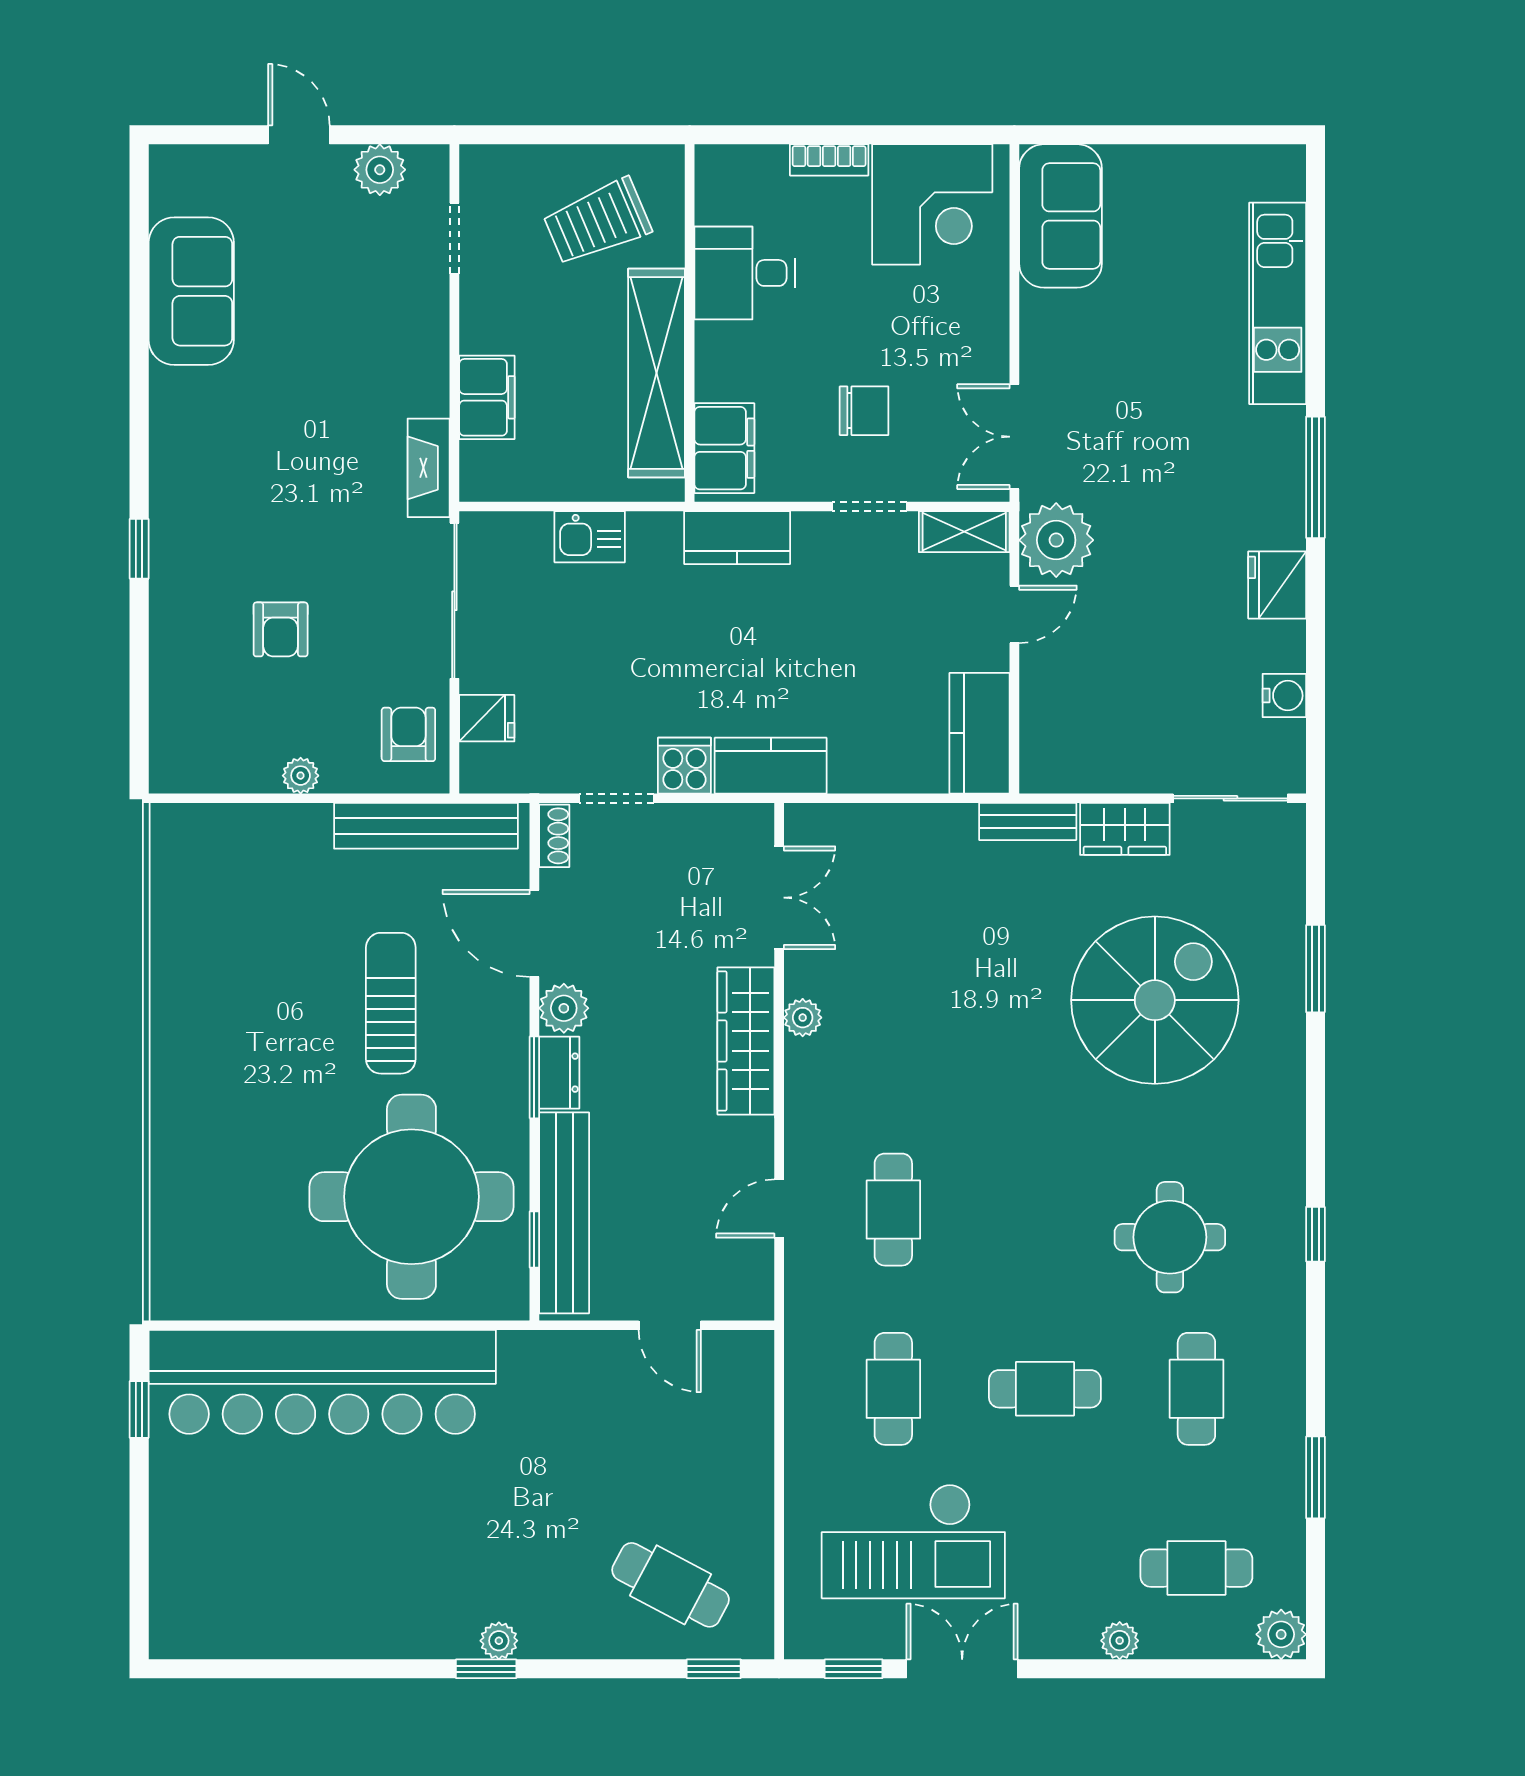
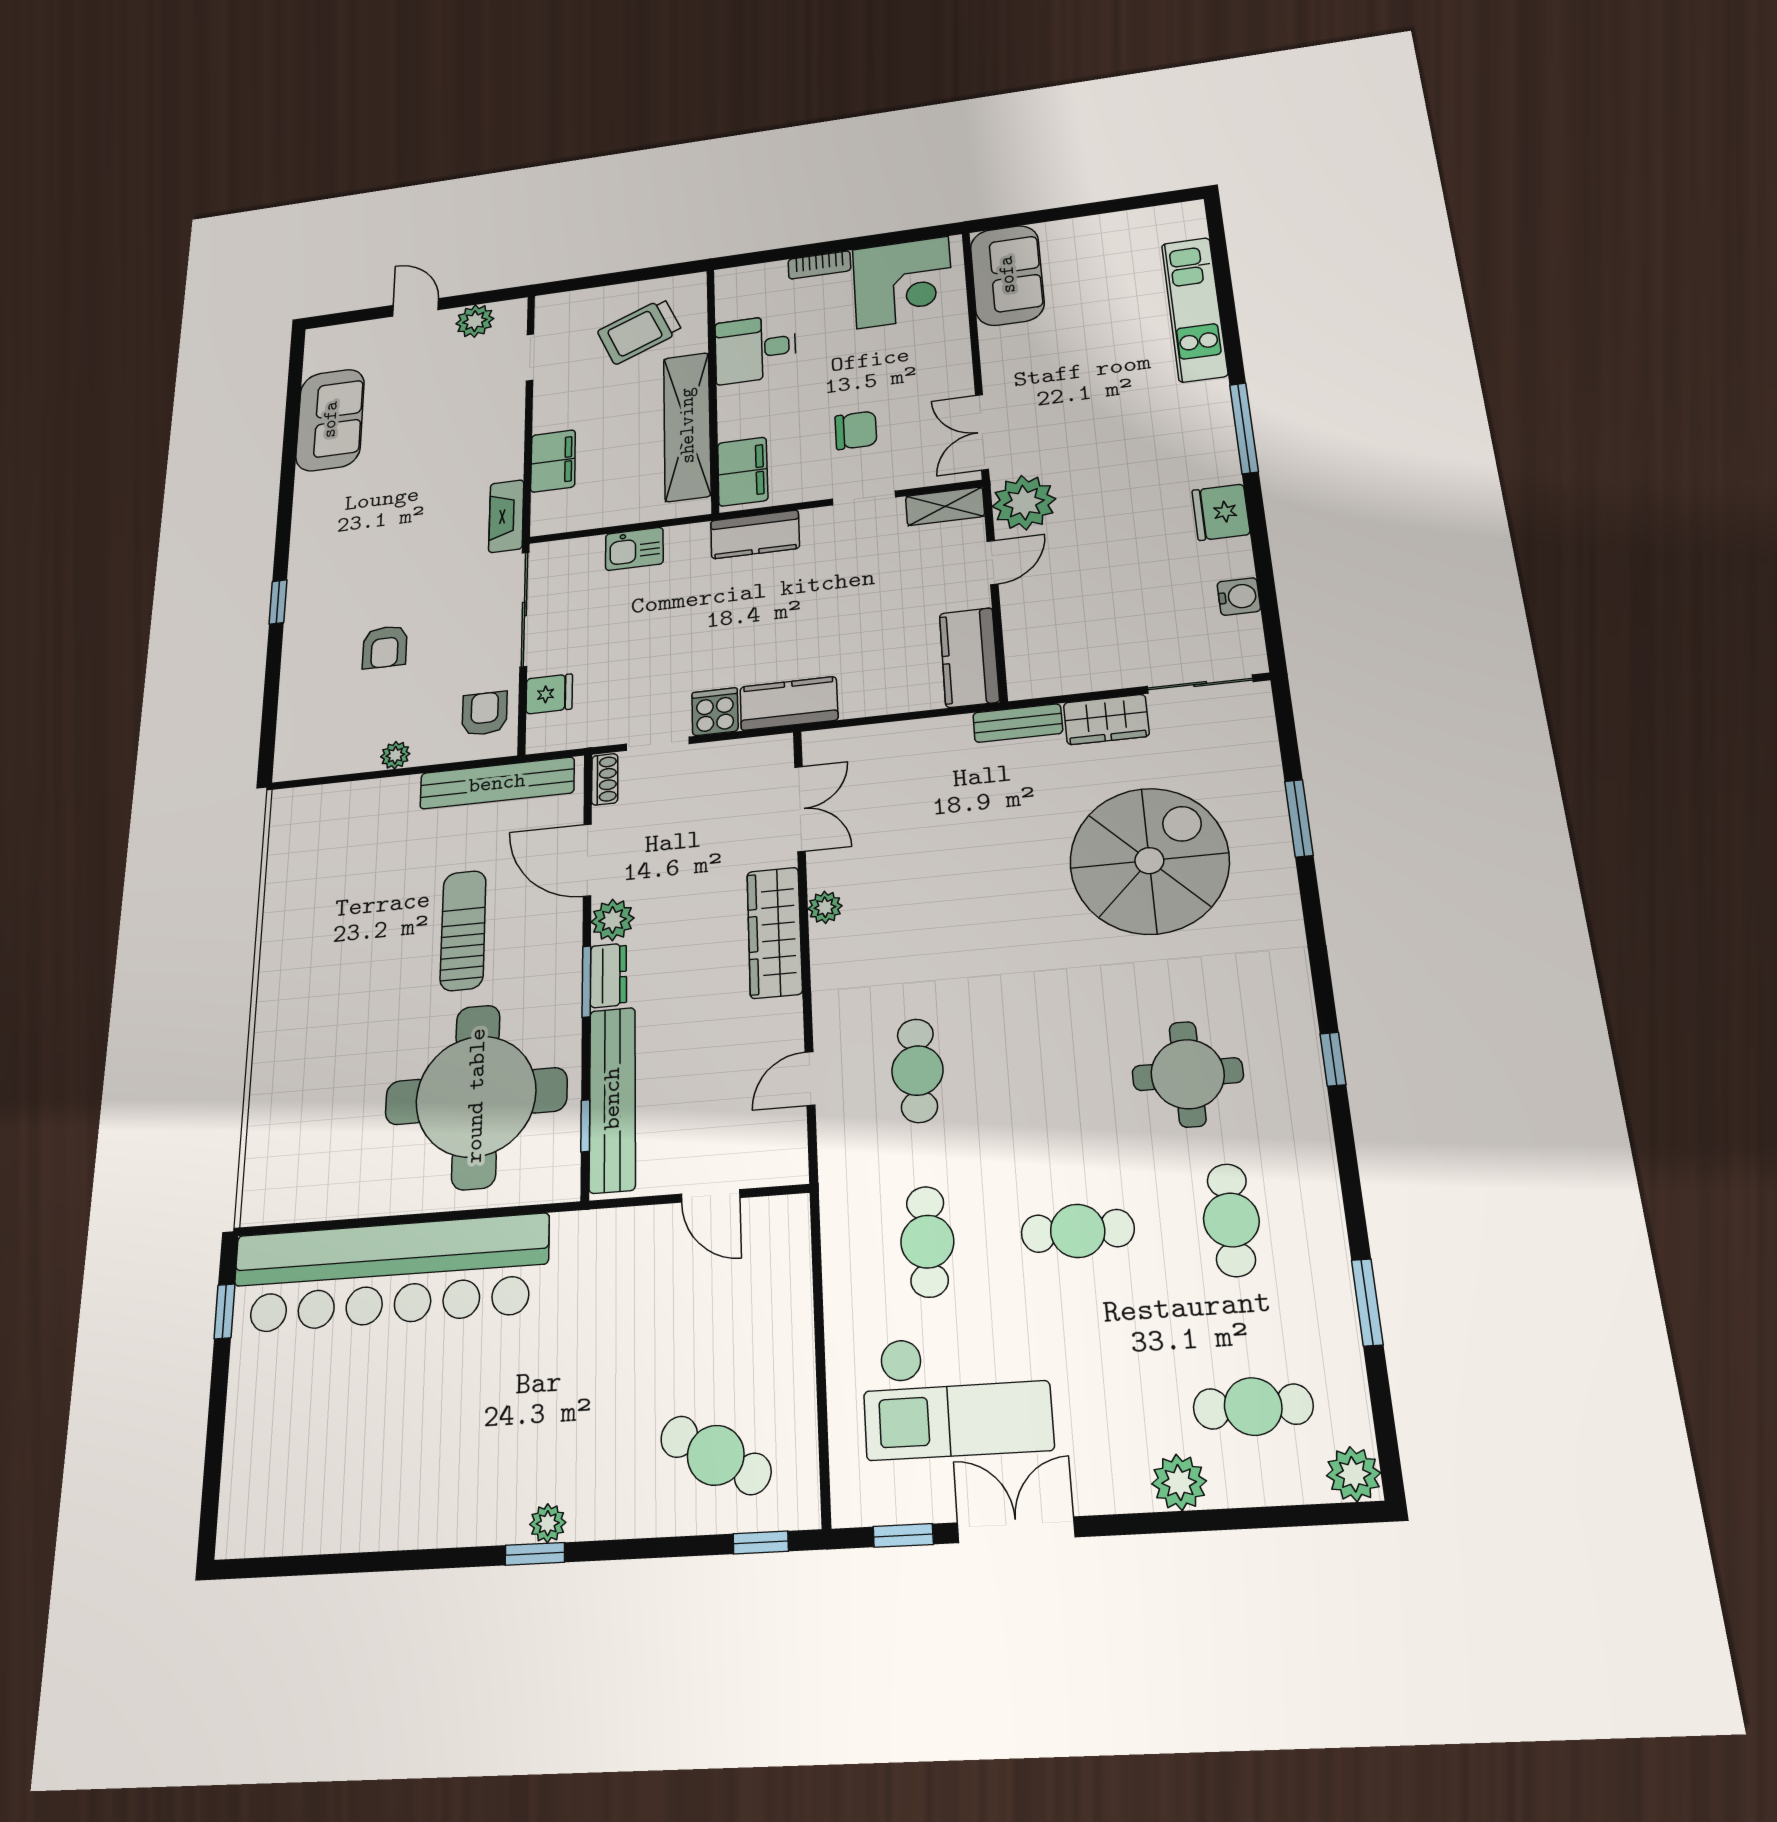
plant: (1120, 1641) -> (1179, 1482), width x1.38, depth x1.38

